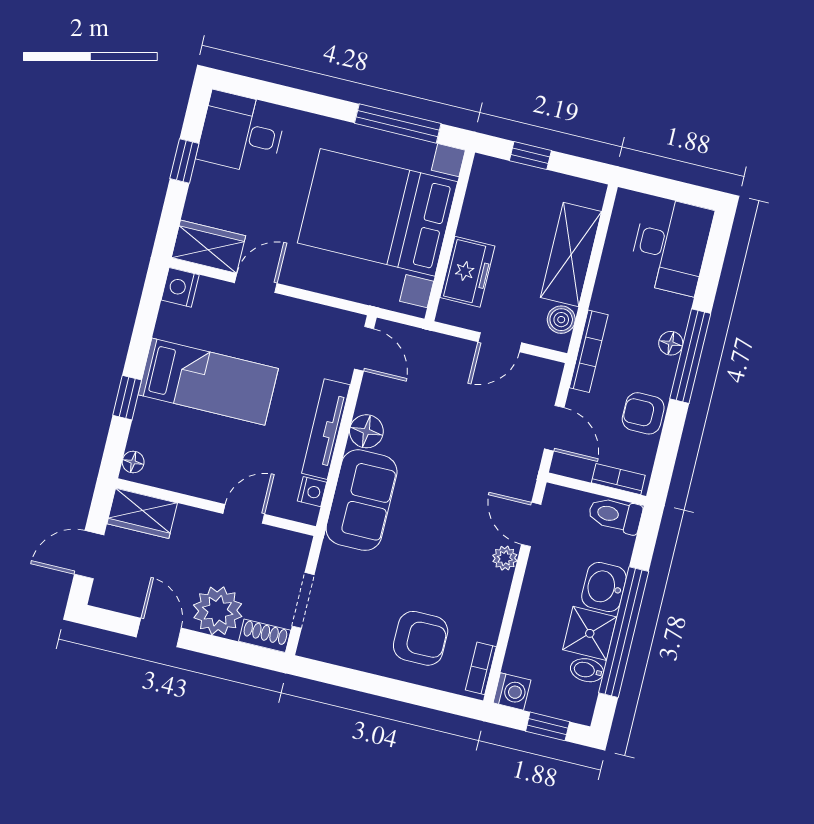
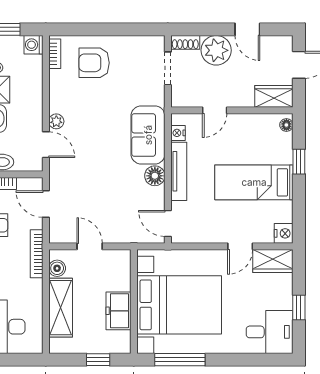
freezer: (467, 272) -> (118, 311), moved
door: (500, 342) -> (90, 246), hinge flipped

